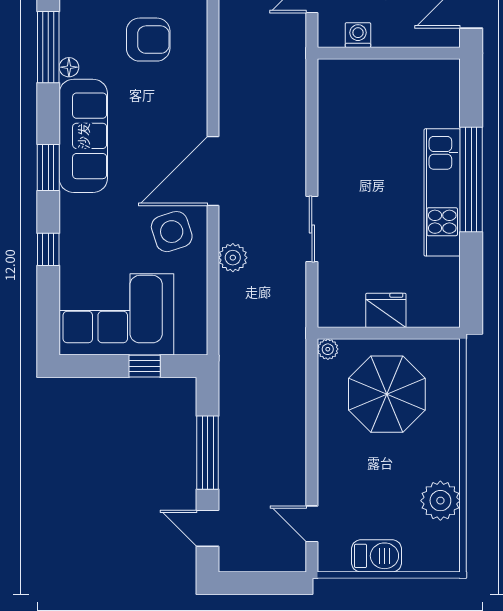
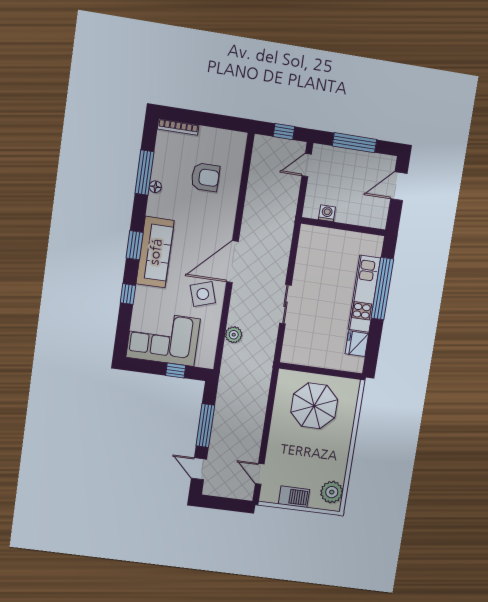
washing machine: (358, 35) -> (327, 213), moved
wall: (389, 53) -> (343, 227), moved
sofa: (83, 136) -> (155, 252), moved
plant: (233, 258) -> (234, 335), moved
fridge: (386, 310) -> (357, 344), moved, turned -90
plant: (328, 349) -> (284, 375), removed
plant: (440, 501) -> (332, 492), moved

